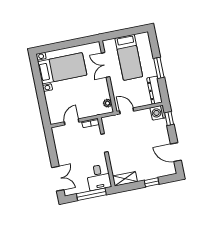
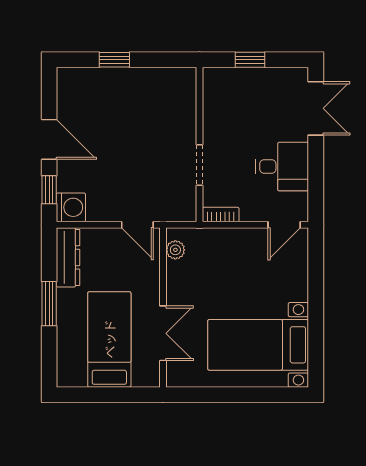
door: (72, 122) -> (284, 225), moved
door: (176, 152) -> (49, 139), moved
desk: (99, 177) -> (282, 166), moved, turned 90
double door: (58, 179) -> (316, 108), swing flipped
shelving: (125, 179) -> (171, 79), removed
window: (91, 194) -> (250, 60), width x0.46

